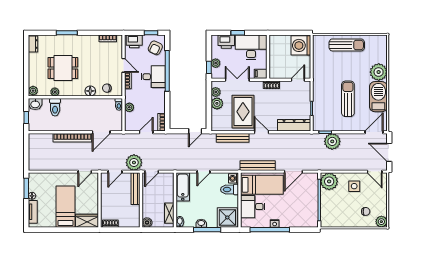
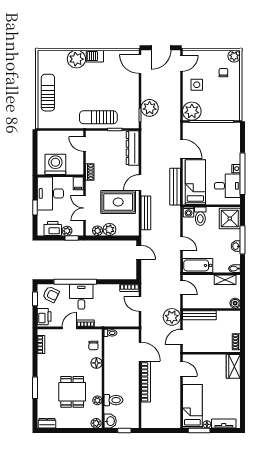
printer: (226, 42) -> (53, 229), moved, turned -90
washing machine: (301, 45) -> (55, 164), moved, turned 180
barbecue: (378, 97) -> (95, 56), width x0.53, depth x0.65
sun lounger: (348, 99) -> (98, 117), moved
plant: (129, 107) -> (114, 322), removed
door: (115, 172) -> (181, 337), swing flipped
door: (152, 172) -> (181, 288), moved
bed: (65, 207) -> (192, 406), moved, turned 90
desk: (253, 207) -> (227, 186), moved, turned -90

